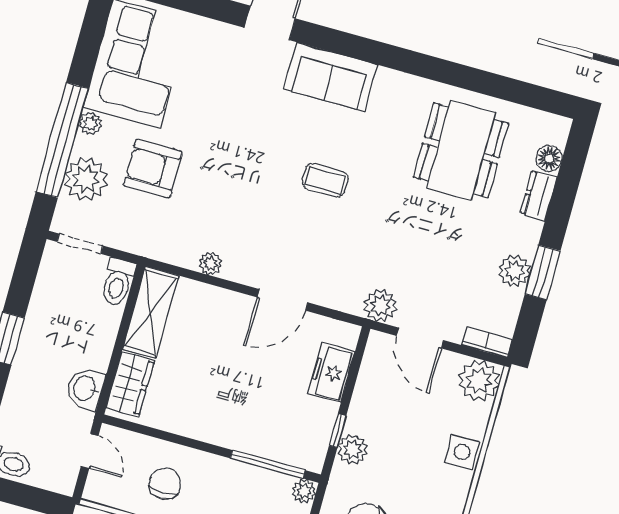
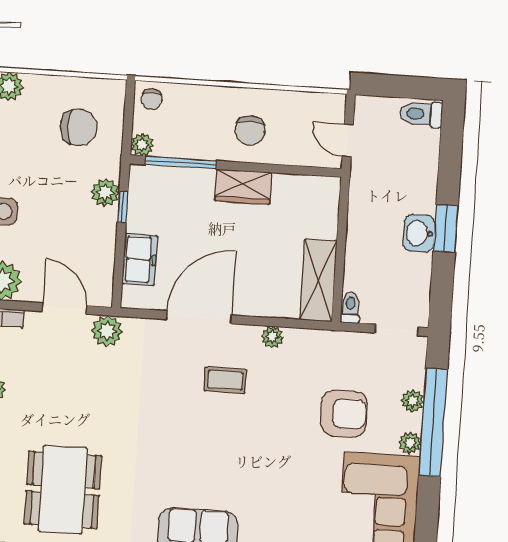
plant: (86, 179) -> (413, 401), width x0.53, depth x0.53
coffee table: (325, 180) -> (225, 380), moved
toilet: (118, 282) -> (350, 308), width x0.73, depth x0.72
door: (282, 300) -> (199, 317), width x1.36
wardrobe: (130, 384) -> (243, 187), moved, turned -90
washbasin: (85, 388) -> (419, 233), moved, turned 180
chair: (165, 484) -> (250, 131), moved

